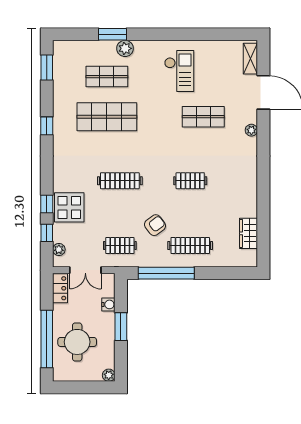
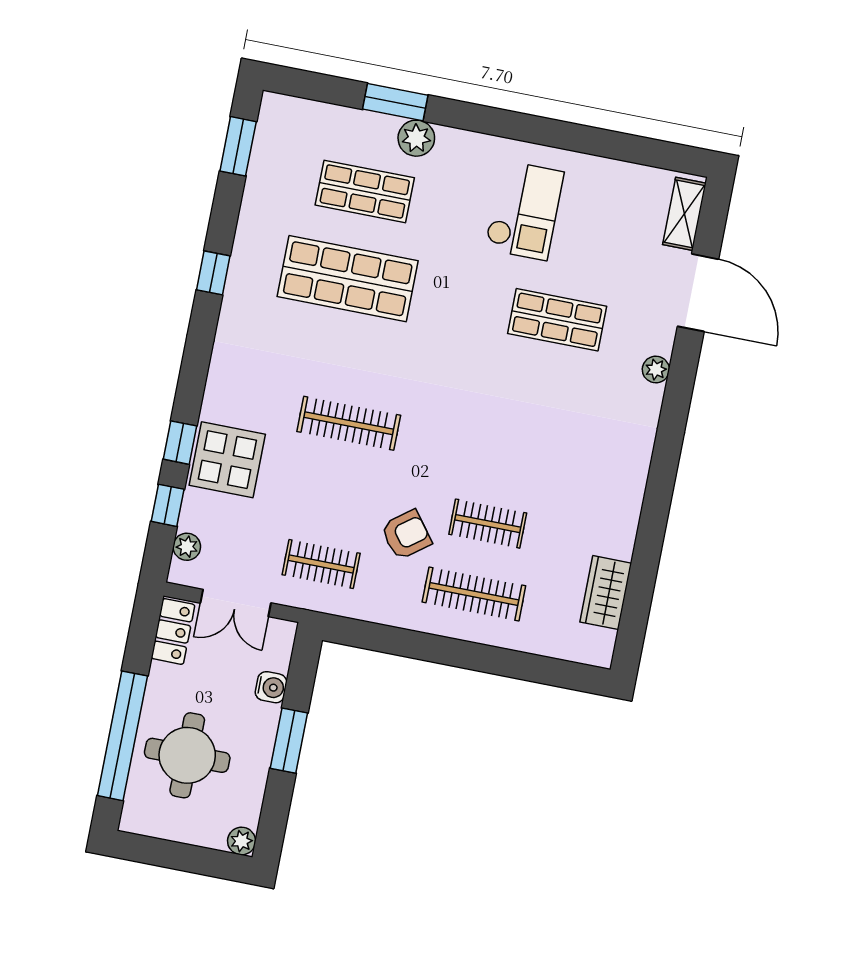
clothes rail: (190, 181) -> (488, 524), moved
window: (166, 273) -> (410, 644), removed

